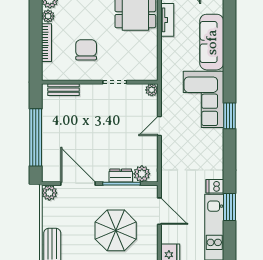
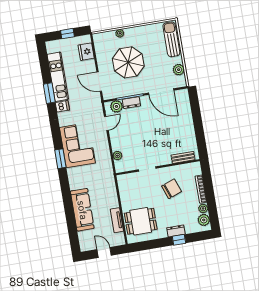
chair: (86, 50) -> (172, 189), turned -110
plant: (152, 90) -> (117, 156), moved
corner sofa: (203, 99) -> (77, 145), moved
door: (159, 126) -> (106, 123), moved
window: (36, 137) -> (197, 120), removed
plant: (49, 193) -> (179, 70), moved

